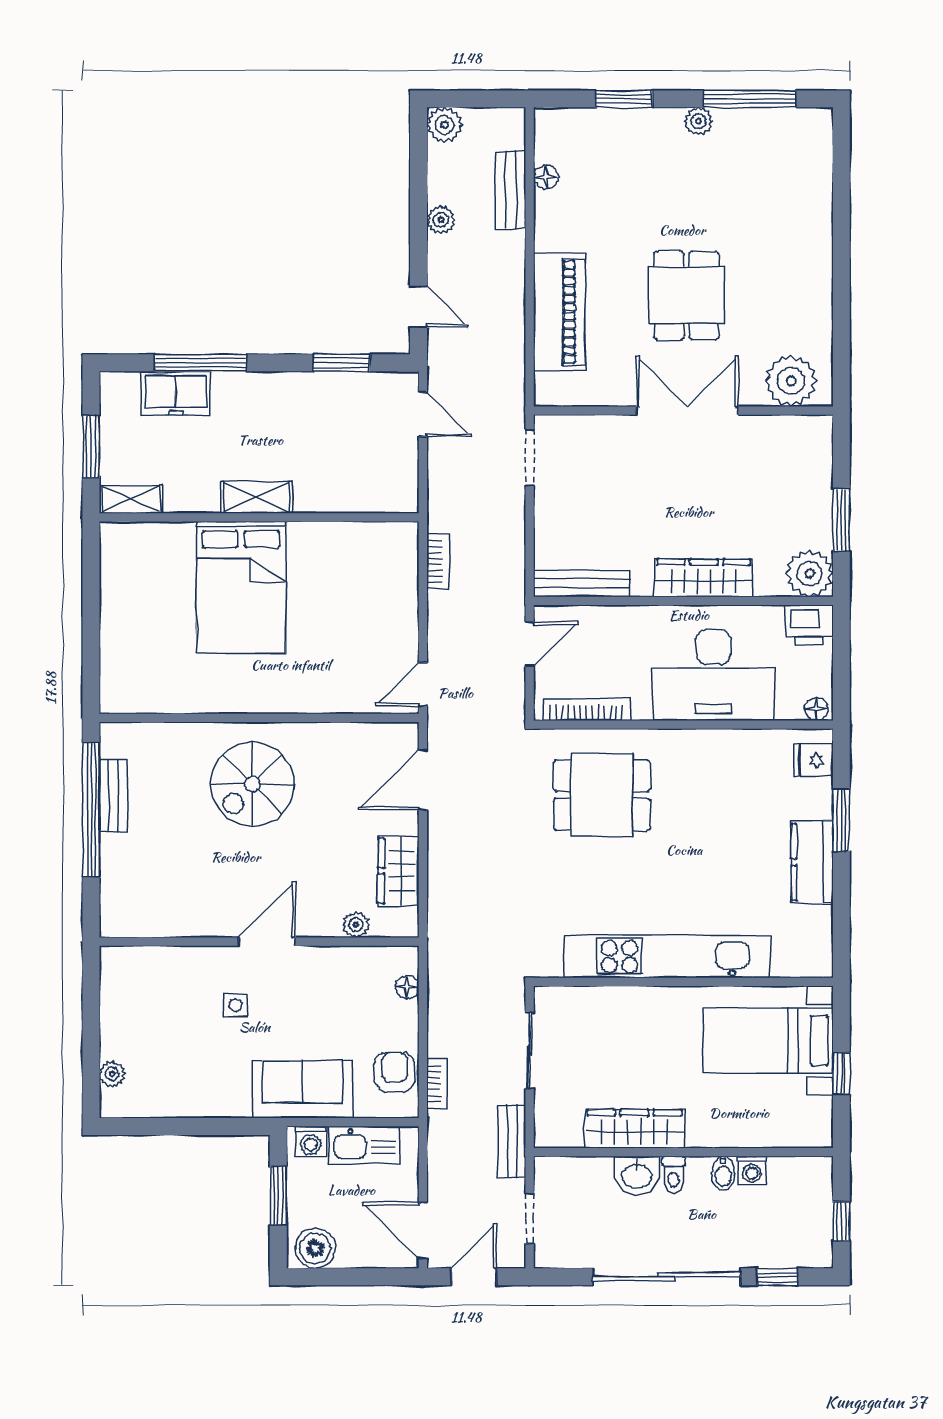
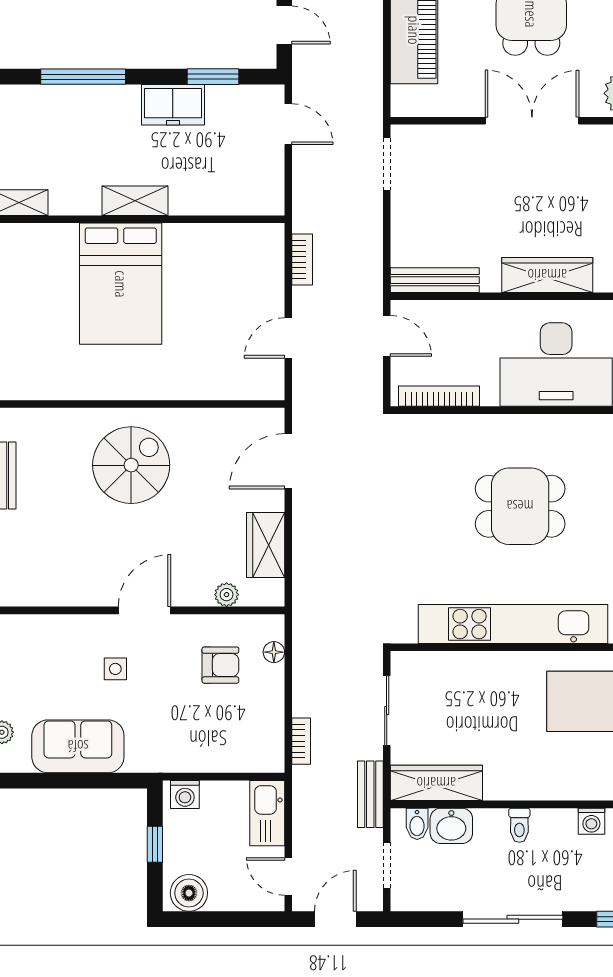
freezer: (176, 393) -> (173, 105), moved
door: (530, 644) -> (387, 336), hinge flipped
door: (423, 684) -> (288, 338), moved
spiral stairs: (252, 784) -> (131, 465), turned 180
dining table: (602, 795) -> (520, 506), moved
armchair: (395, 1072) -> (220, 665), moved, turned 90
sofa: (302, 1089) -> (78, 746), moved
wardrobe: (635, 1129) -> (436, 783), moved
kitchen sink: (364, 1145) -> (267, 813), moved, turned 90
bidet: (723, 1173) -> (417, 824), moved
washbasin: (637, 1176) -> (451, 826), moved
window: (278, 1196) -> (155, 844), width x0.67
door: (423, 1231) -> (288, 877), width x0.73
sliding door: (667, 1277) -> (513, 919), width x0.73

